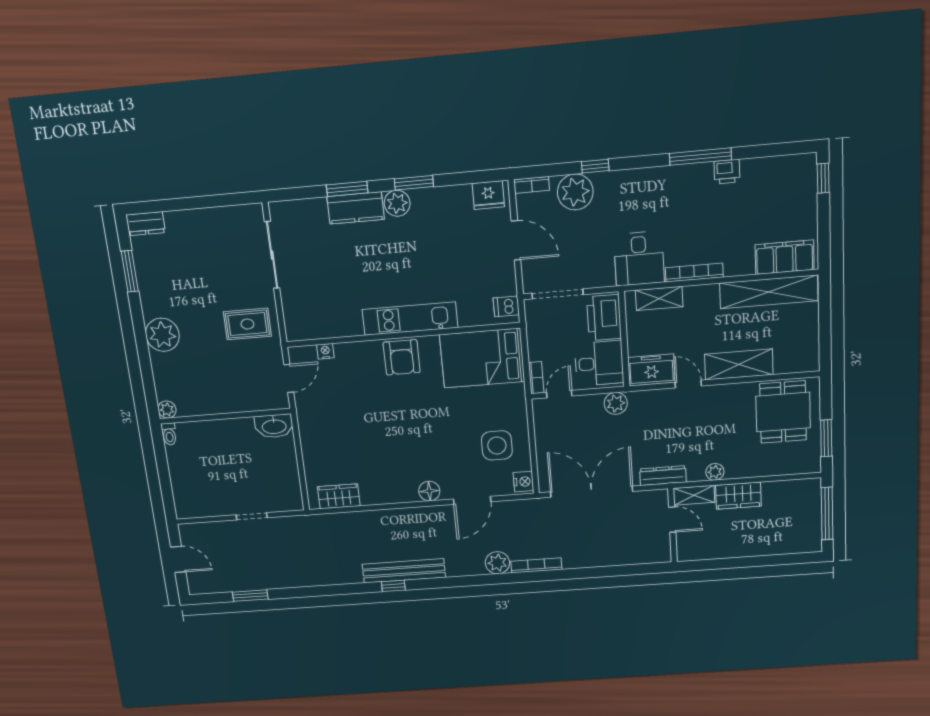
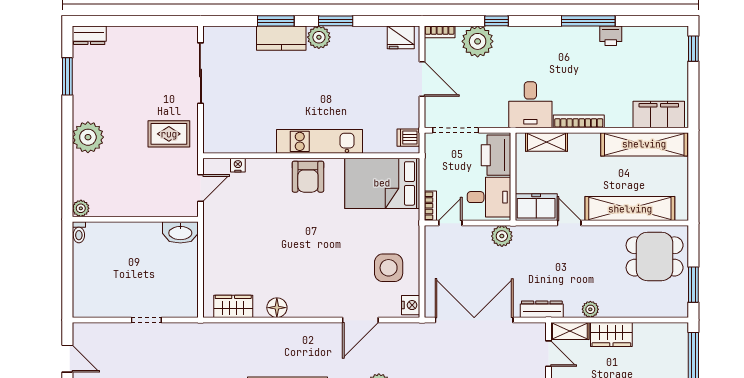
shelving: (739, 364) -> (630, 209), width x1.47
dining table: (783, 412) -> (655, 256), turned 90
floor lamp: (429, 491) -> (277, 308), moved

